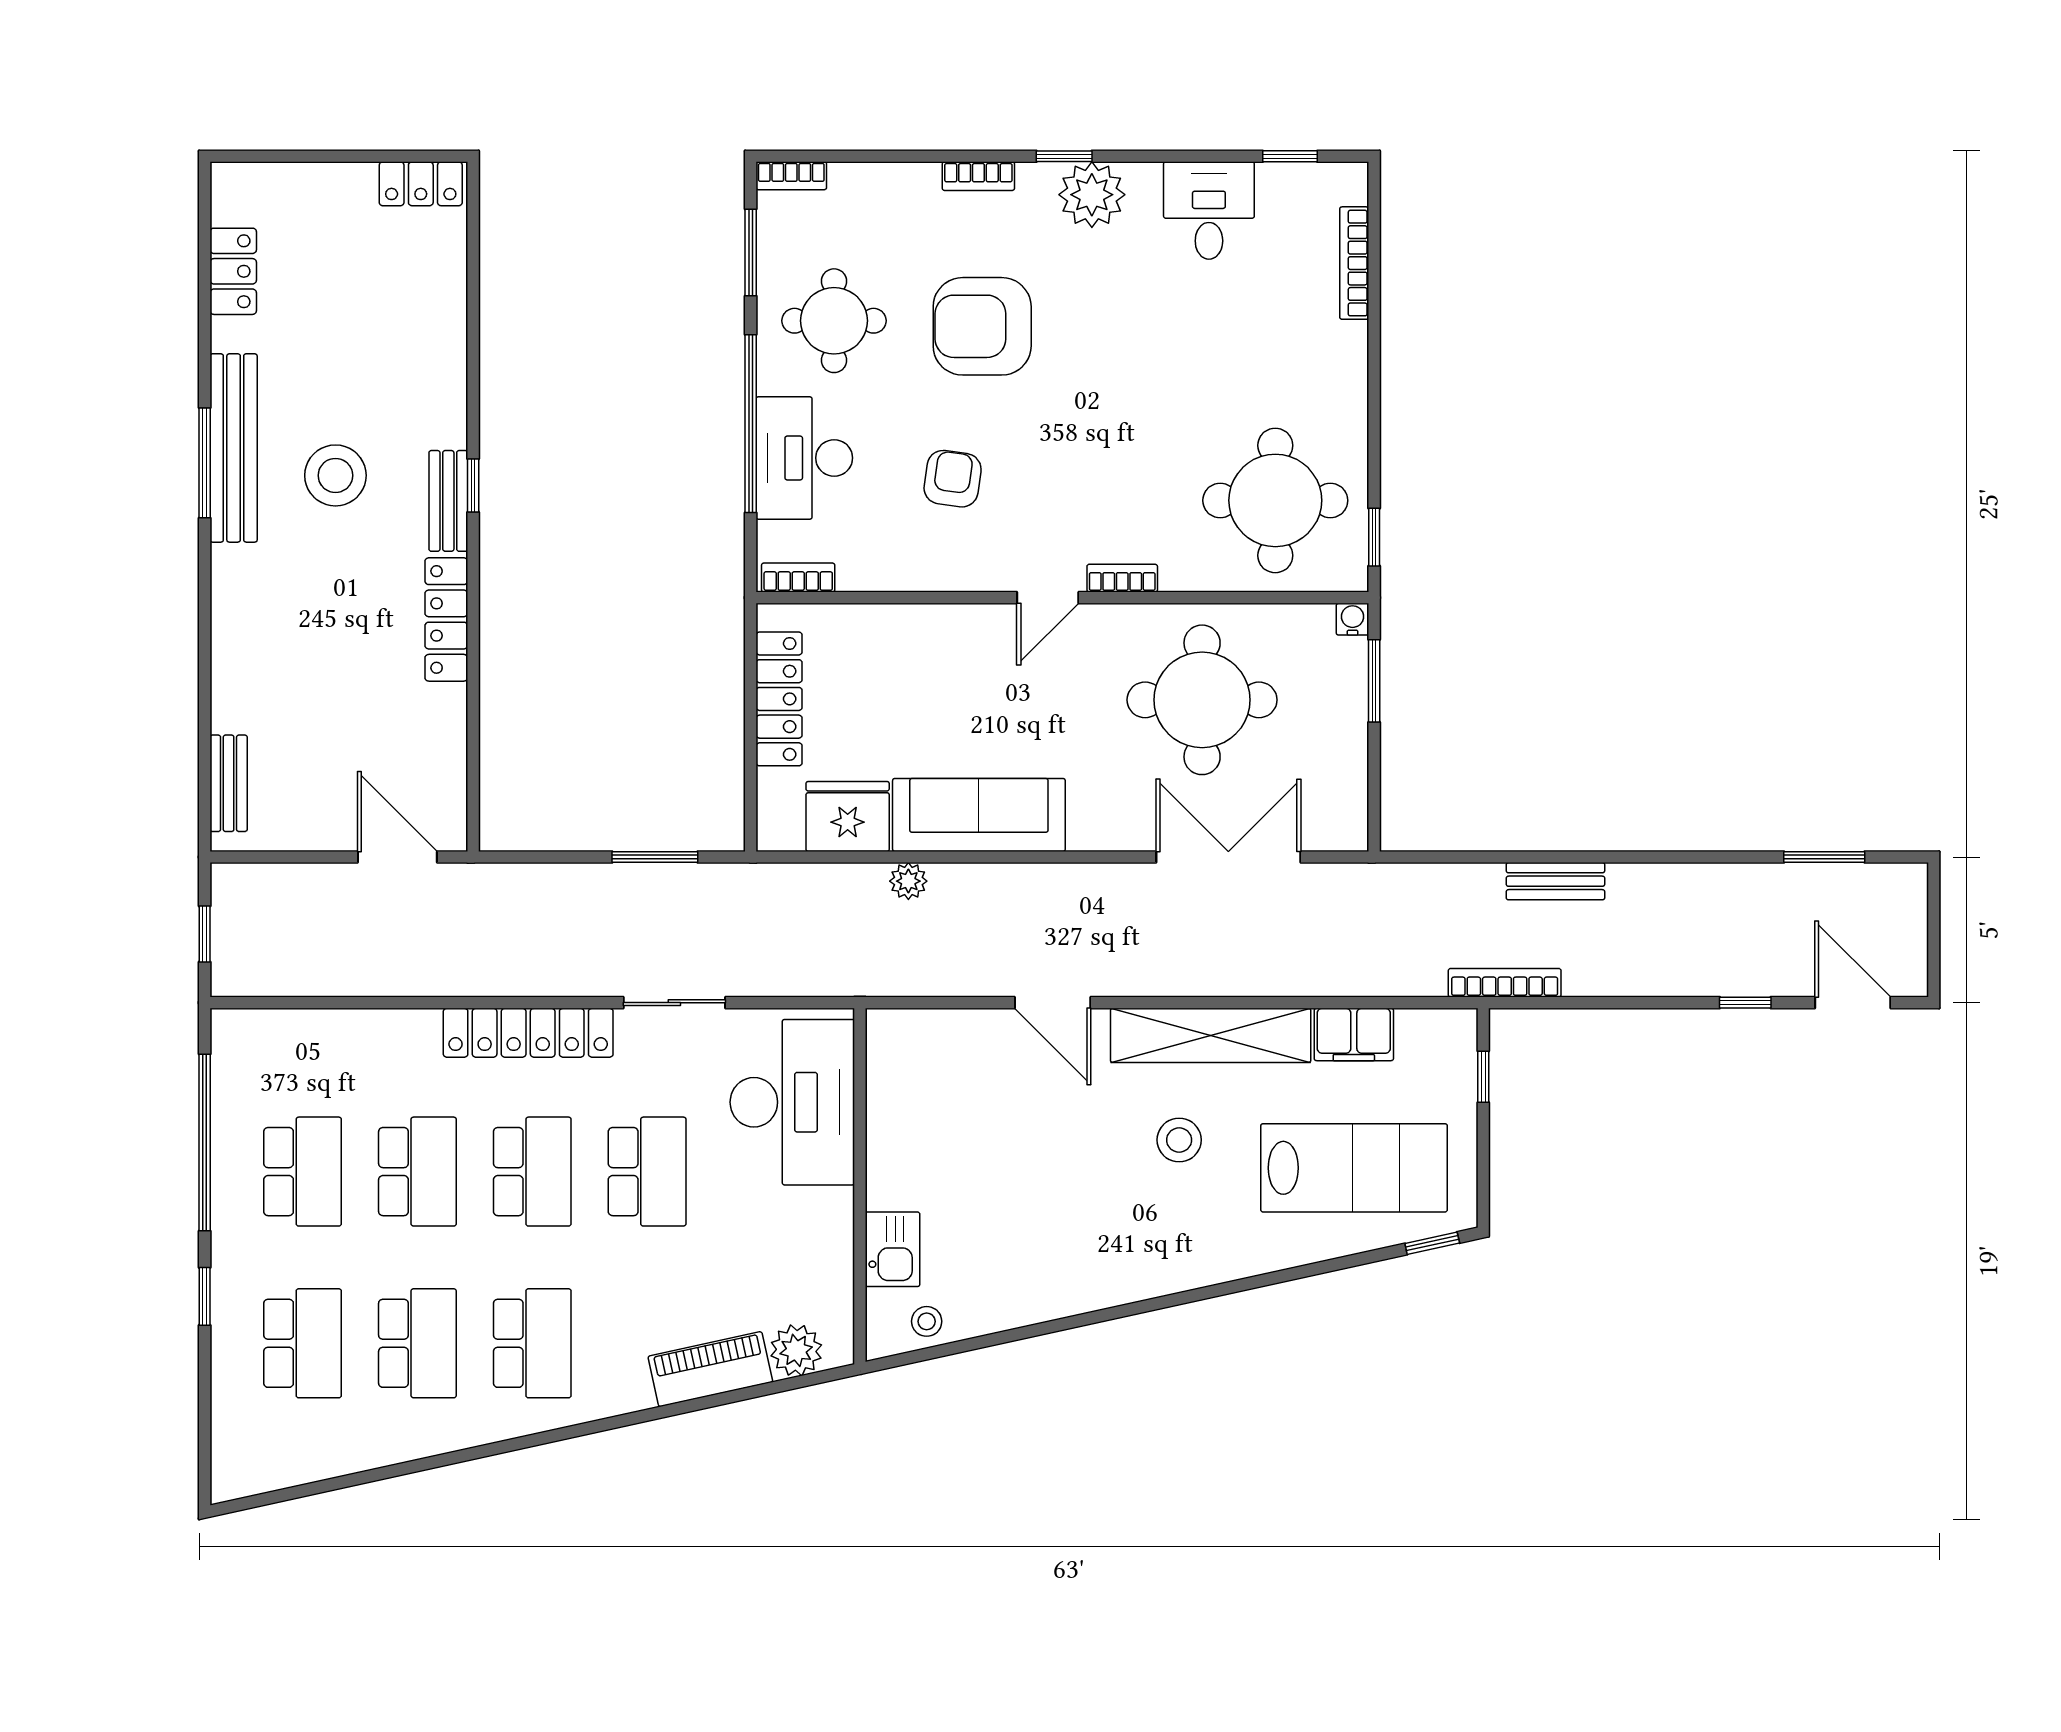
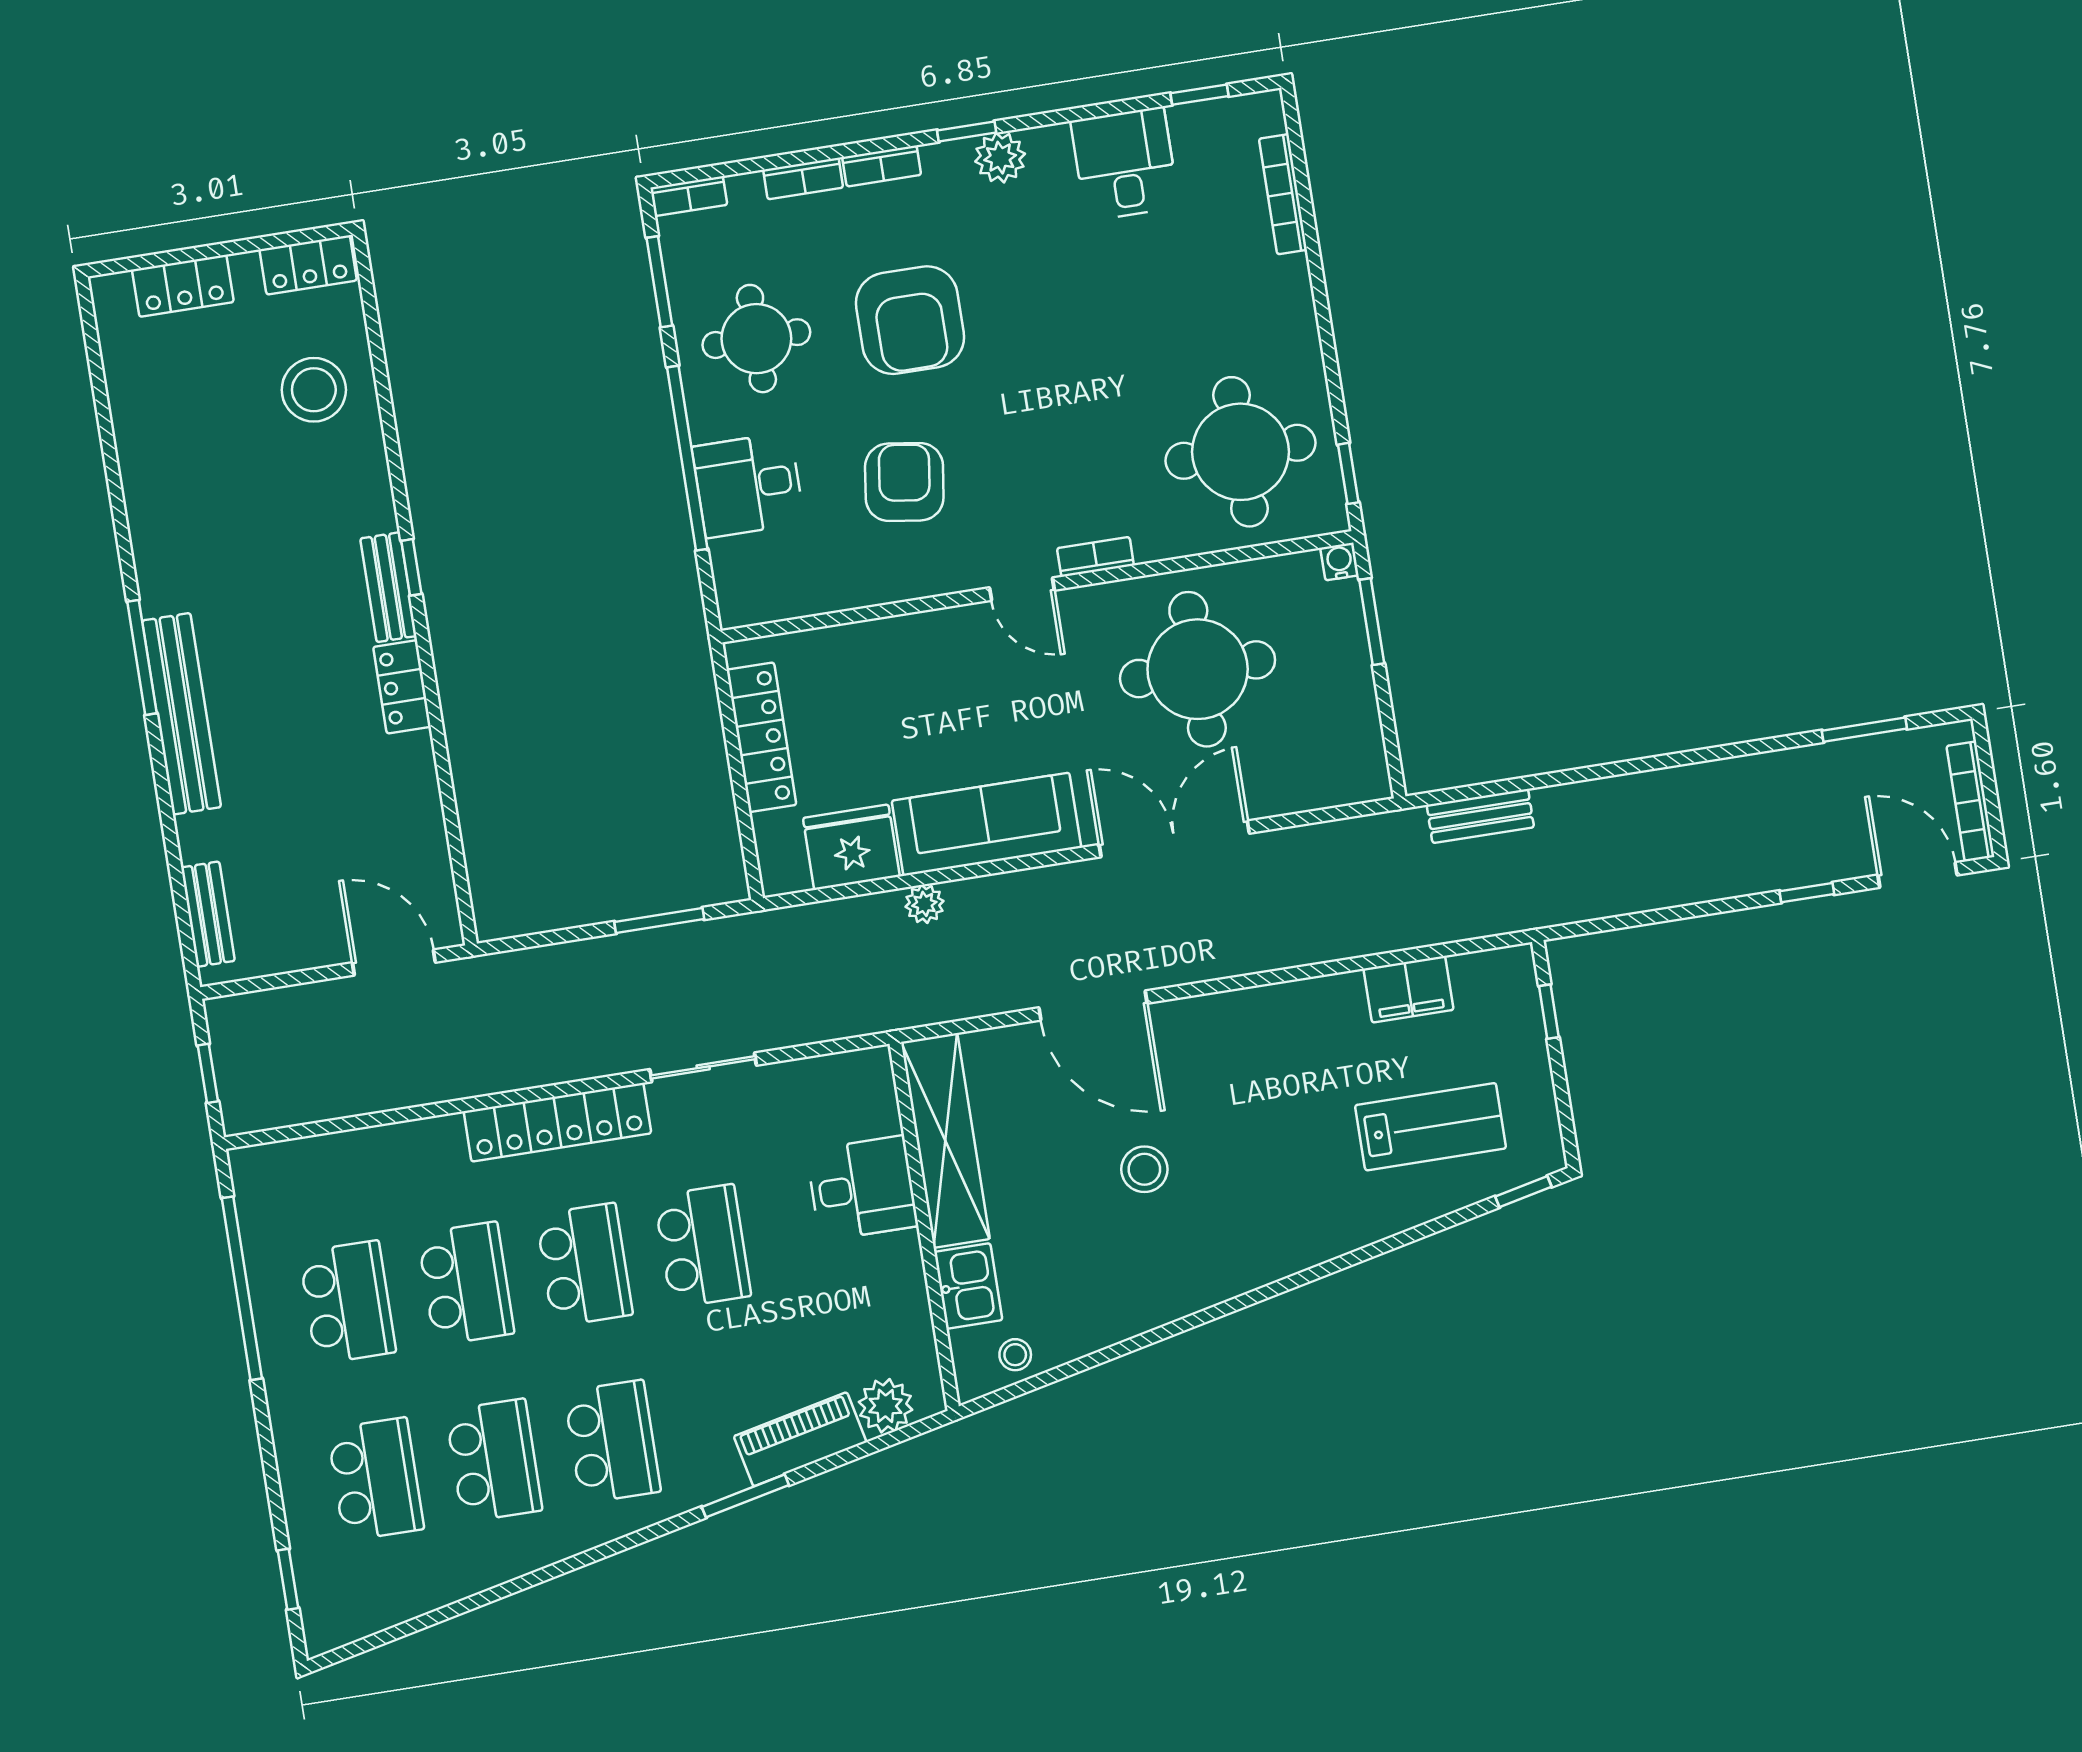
plant: (1092, 195) -> (1000, 158), width x0.73, depth x0.73
locker: (233, 271) -> (183, 286), moved, turned 90
armchair: (982, 326) -> (910, 320), turned -90
bench: (234, 448) -> (181, 714), moved
desk: (804, 458) -> (748, 485), width x0.73
window: (205, 463) -> (142, 657), moved
stool: (335, 475) -> (314, 390), moved
armchair: (953, 479) -> (904, 482), width x1.38, depth x1.38
bookcase: (798, 578) -> (803, 179), moved, turned 180
door: (1048, 598) -> (1022, 589), hinge flipped
locker: (446, 619) -> (402, 687), width x0.66
double door: (1228, 857) -> (1174, 839), moved
bench: (1555, 881) -> (1480, 816), moved
bookcase: (1505, 983) -> (1971, 801), moved, turned -90
door: (1053, 1003) -> (1093, 1006), width x1.36
shelving: (1211, 1035) -> (945, 1140), moved, turned 90
desk: (792, 1102) -> (862, 1188), width x0.53, depth x0.77
stool: (1179, 1140) -> (1144, 1169), moved
lab bench: (1354, 1168) -> (1431, 1127), width x0.73, depth x0.72
window: (205, 1296) -> (288, 1579), moved
window: (650, 1415) -> (745, 1496), added

